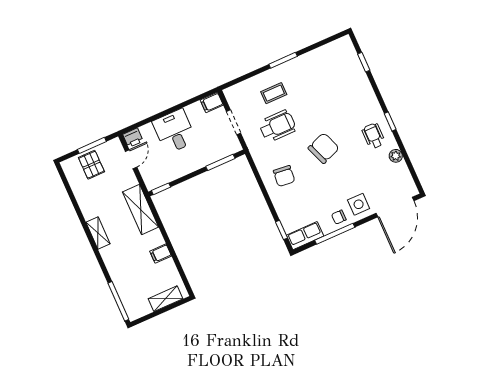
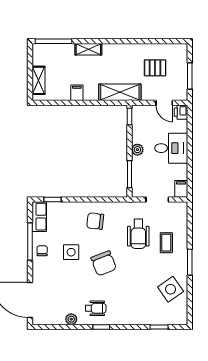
side table: (320, 68) -> (171, 289), added
pallet: (91, 165) -> (155, 68), moved
plant: (191, 165) -> (137, 150), added
side table: (359, 204) -> (71, 252), moved
shelving: (98, 233) -> (88, 49), moved

